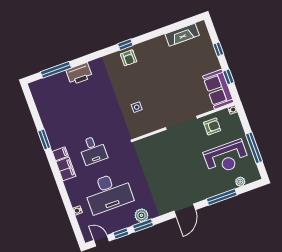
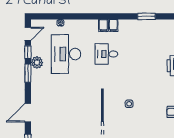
window: (44, 139) -> (146, 16), moved
filing cabinet: (66, 169) -> (103, 26), width x0.50
door: (185, 210) -> (28, 113), hinge flipped
plant: (141, 215) -> (37, 63), moved

